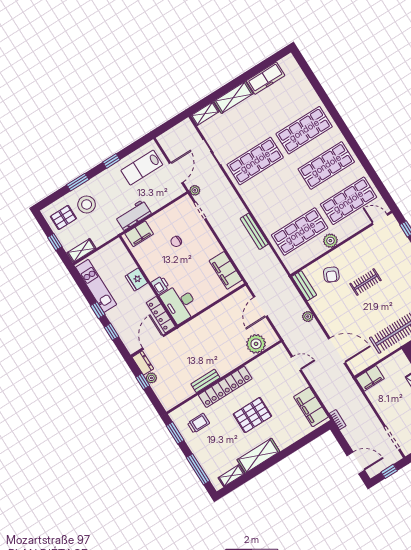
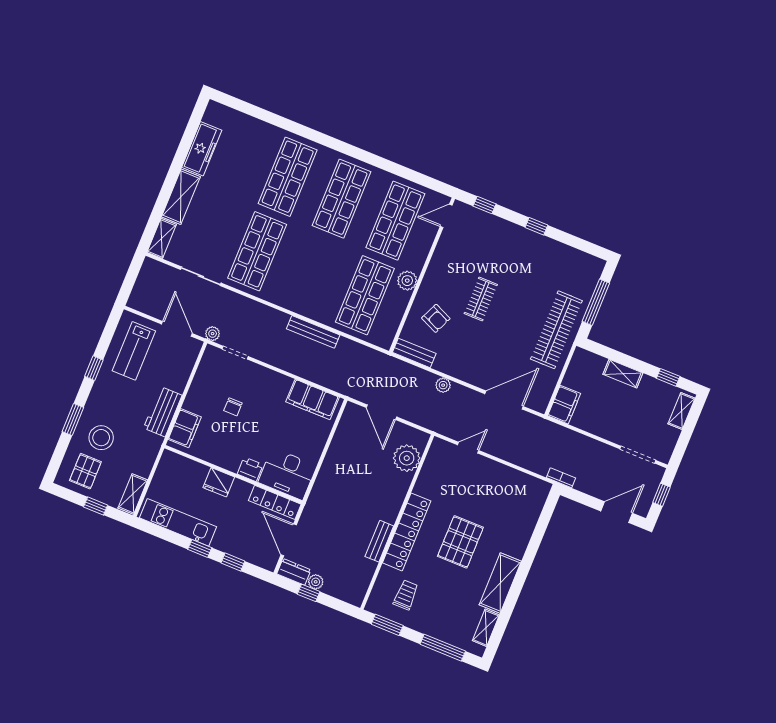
filing cabinet: (311, 407) -> (520, 485), removed

